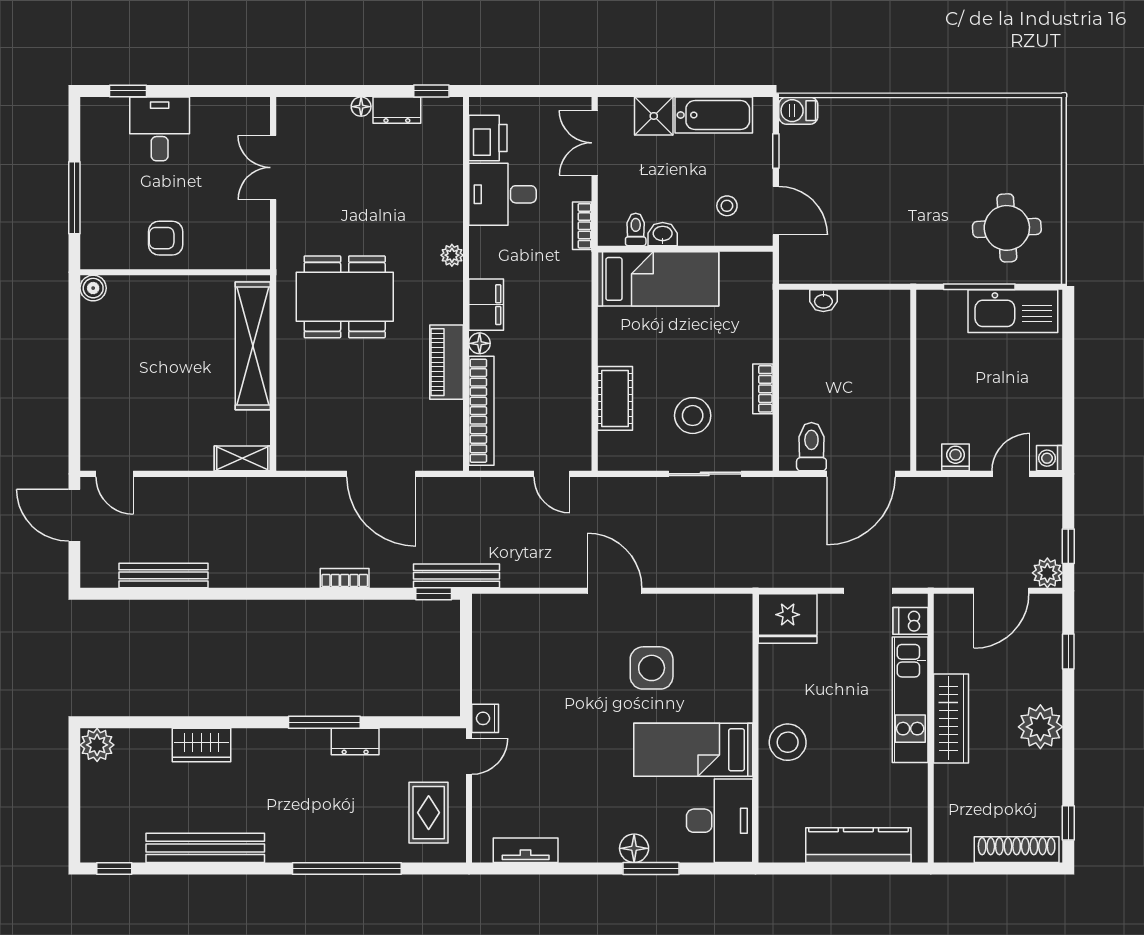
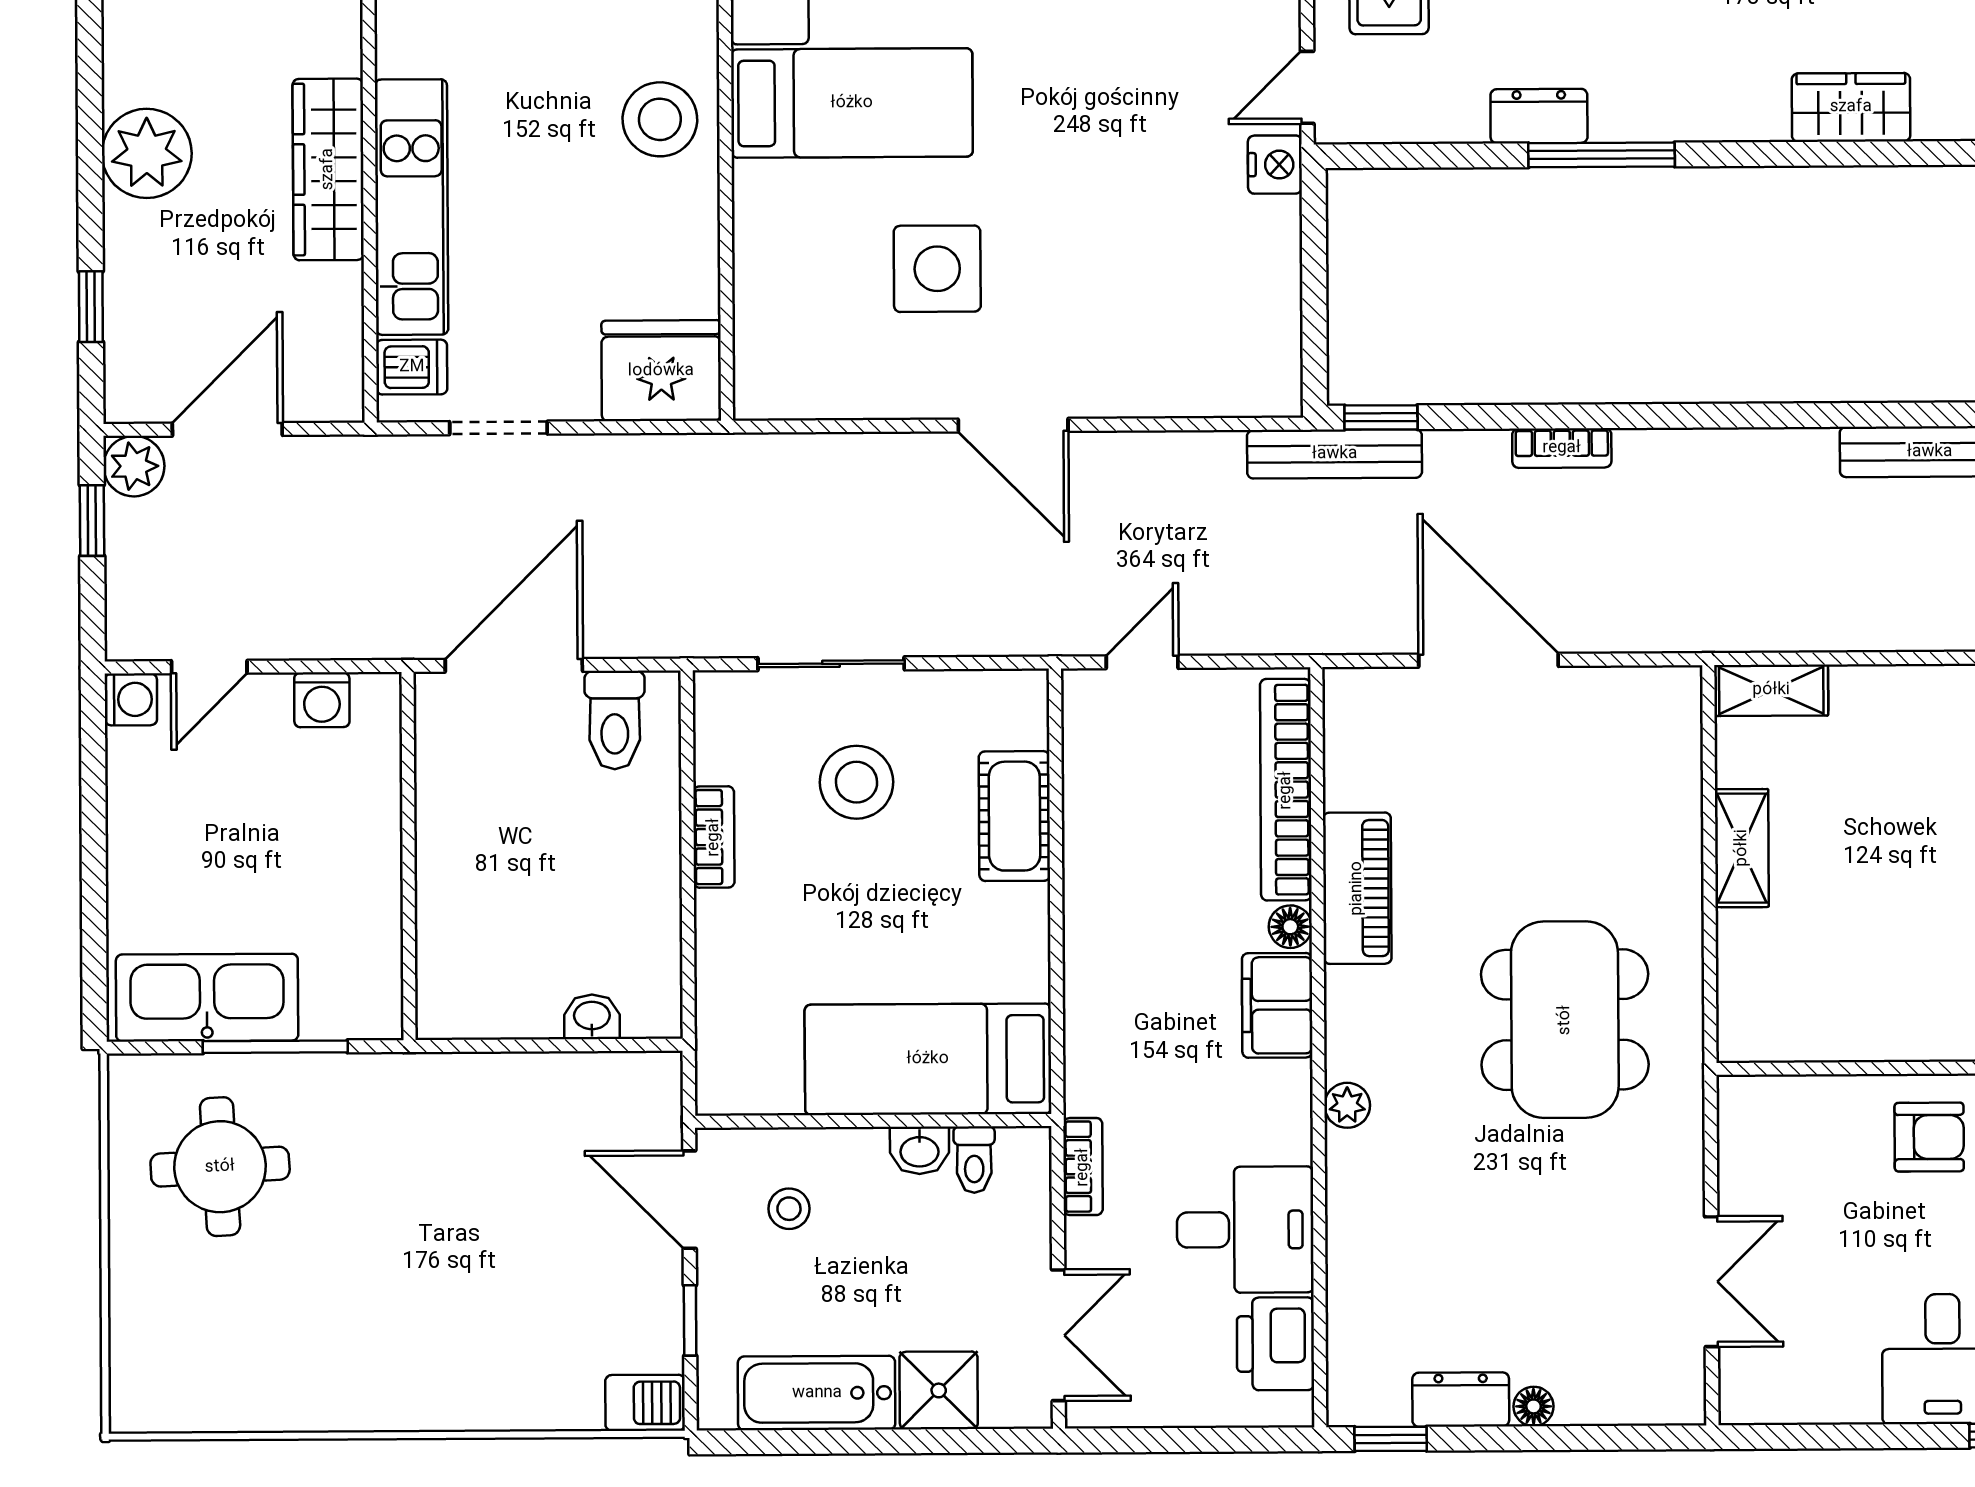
dining table: (345, 297) -> (1565, 1020), turned 90
shelving: (253, 346) -> (1742, 848), width x0.45, depth x0.75
door: (552, 474) -> (1142, 662), hinge flipped

